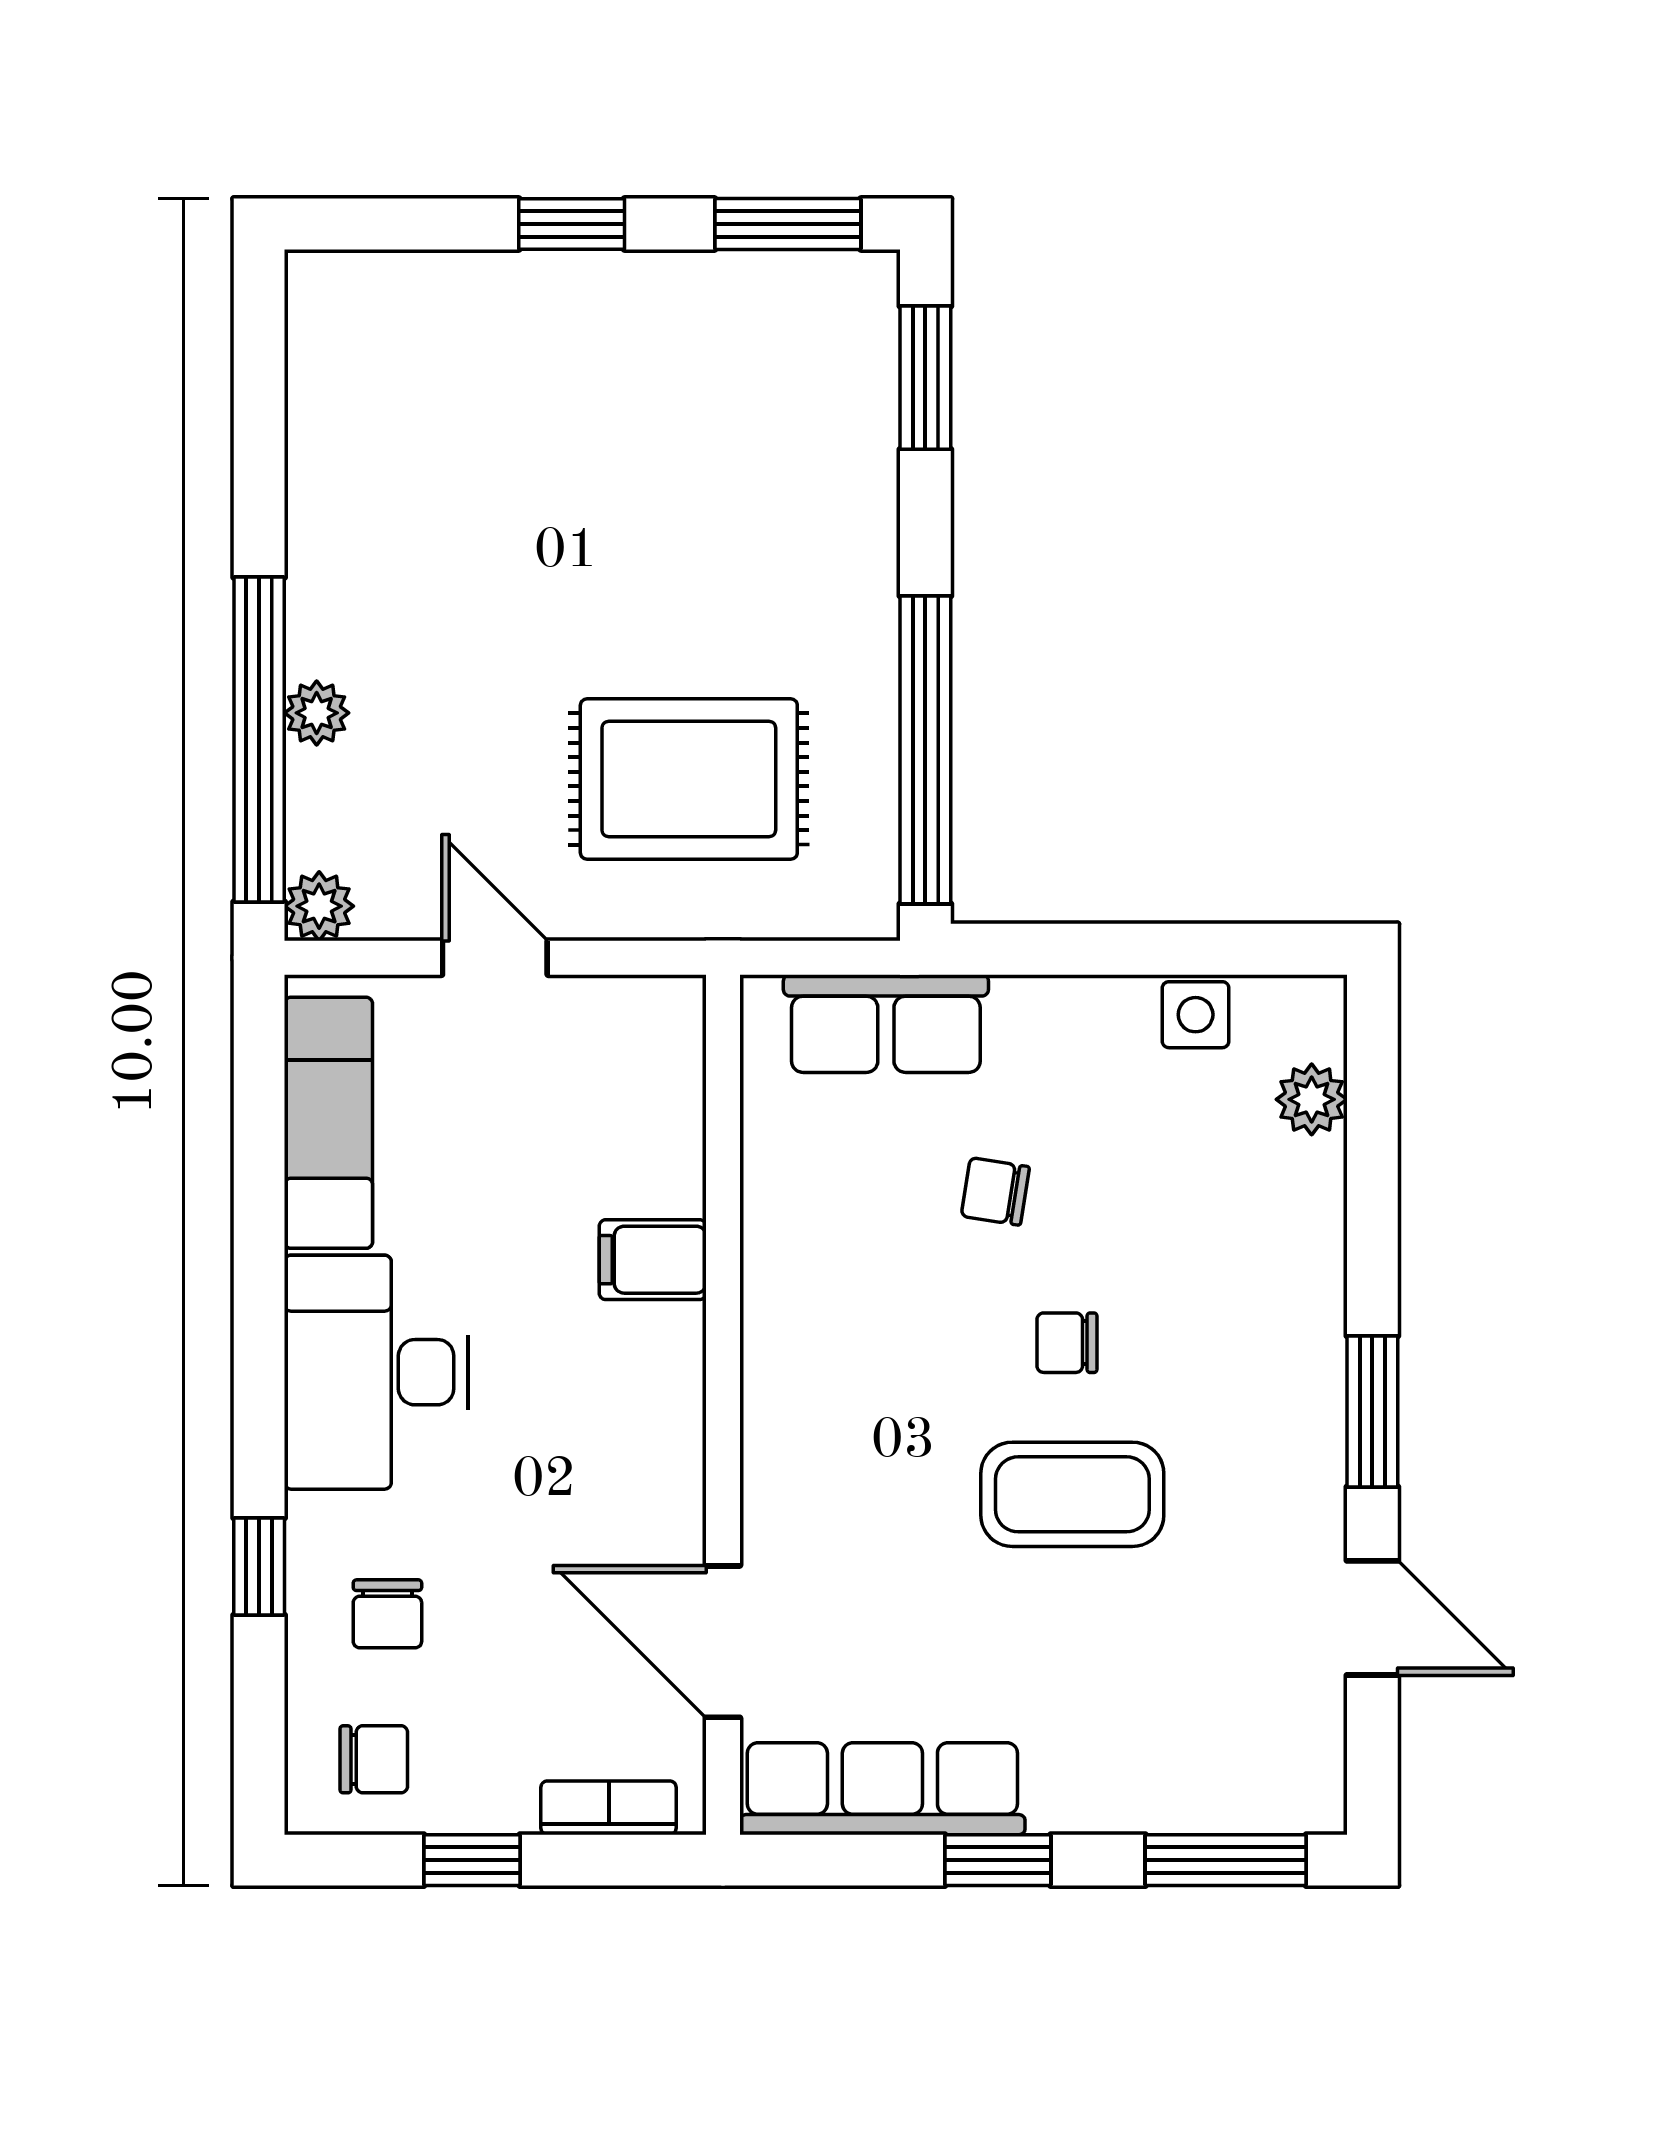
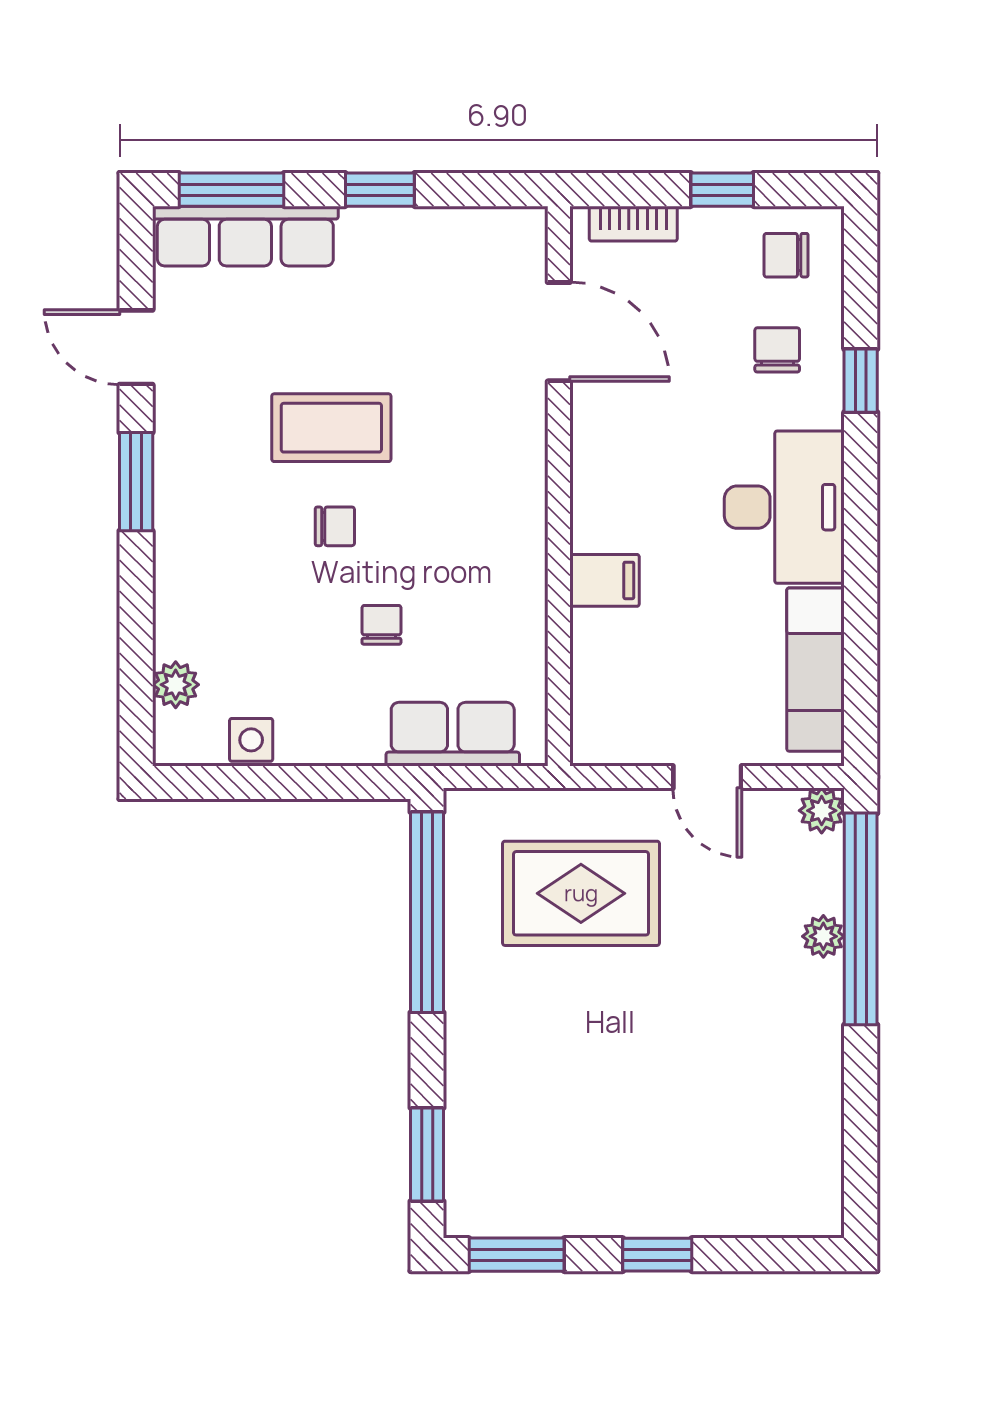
chair: (995, 1191) -> (381, 625), turned -99
row of seats: (882, 1789) -> (245, 236), moved

